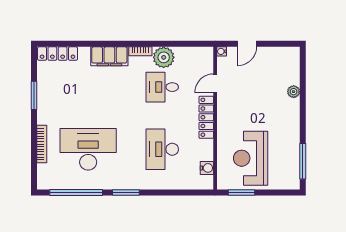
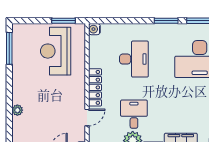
desk: (162, 87) -> (134, 114), turned -90
reception desk: (251, 158) -> (56, 51), turned 180
water cooler: (207, 168) -> (94, 29), moved

